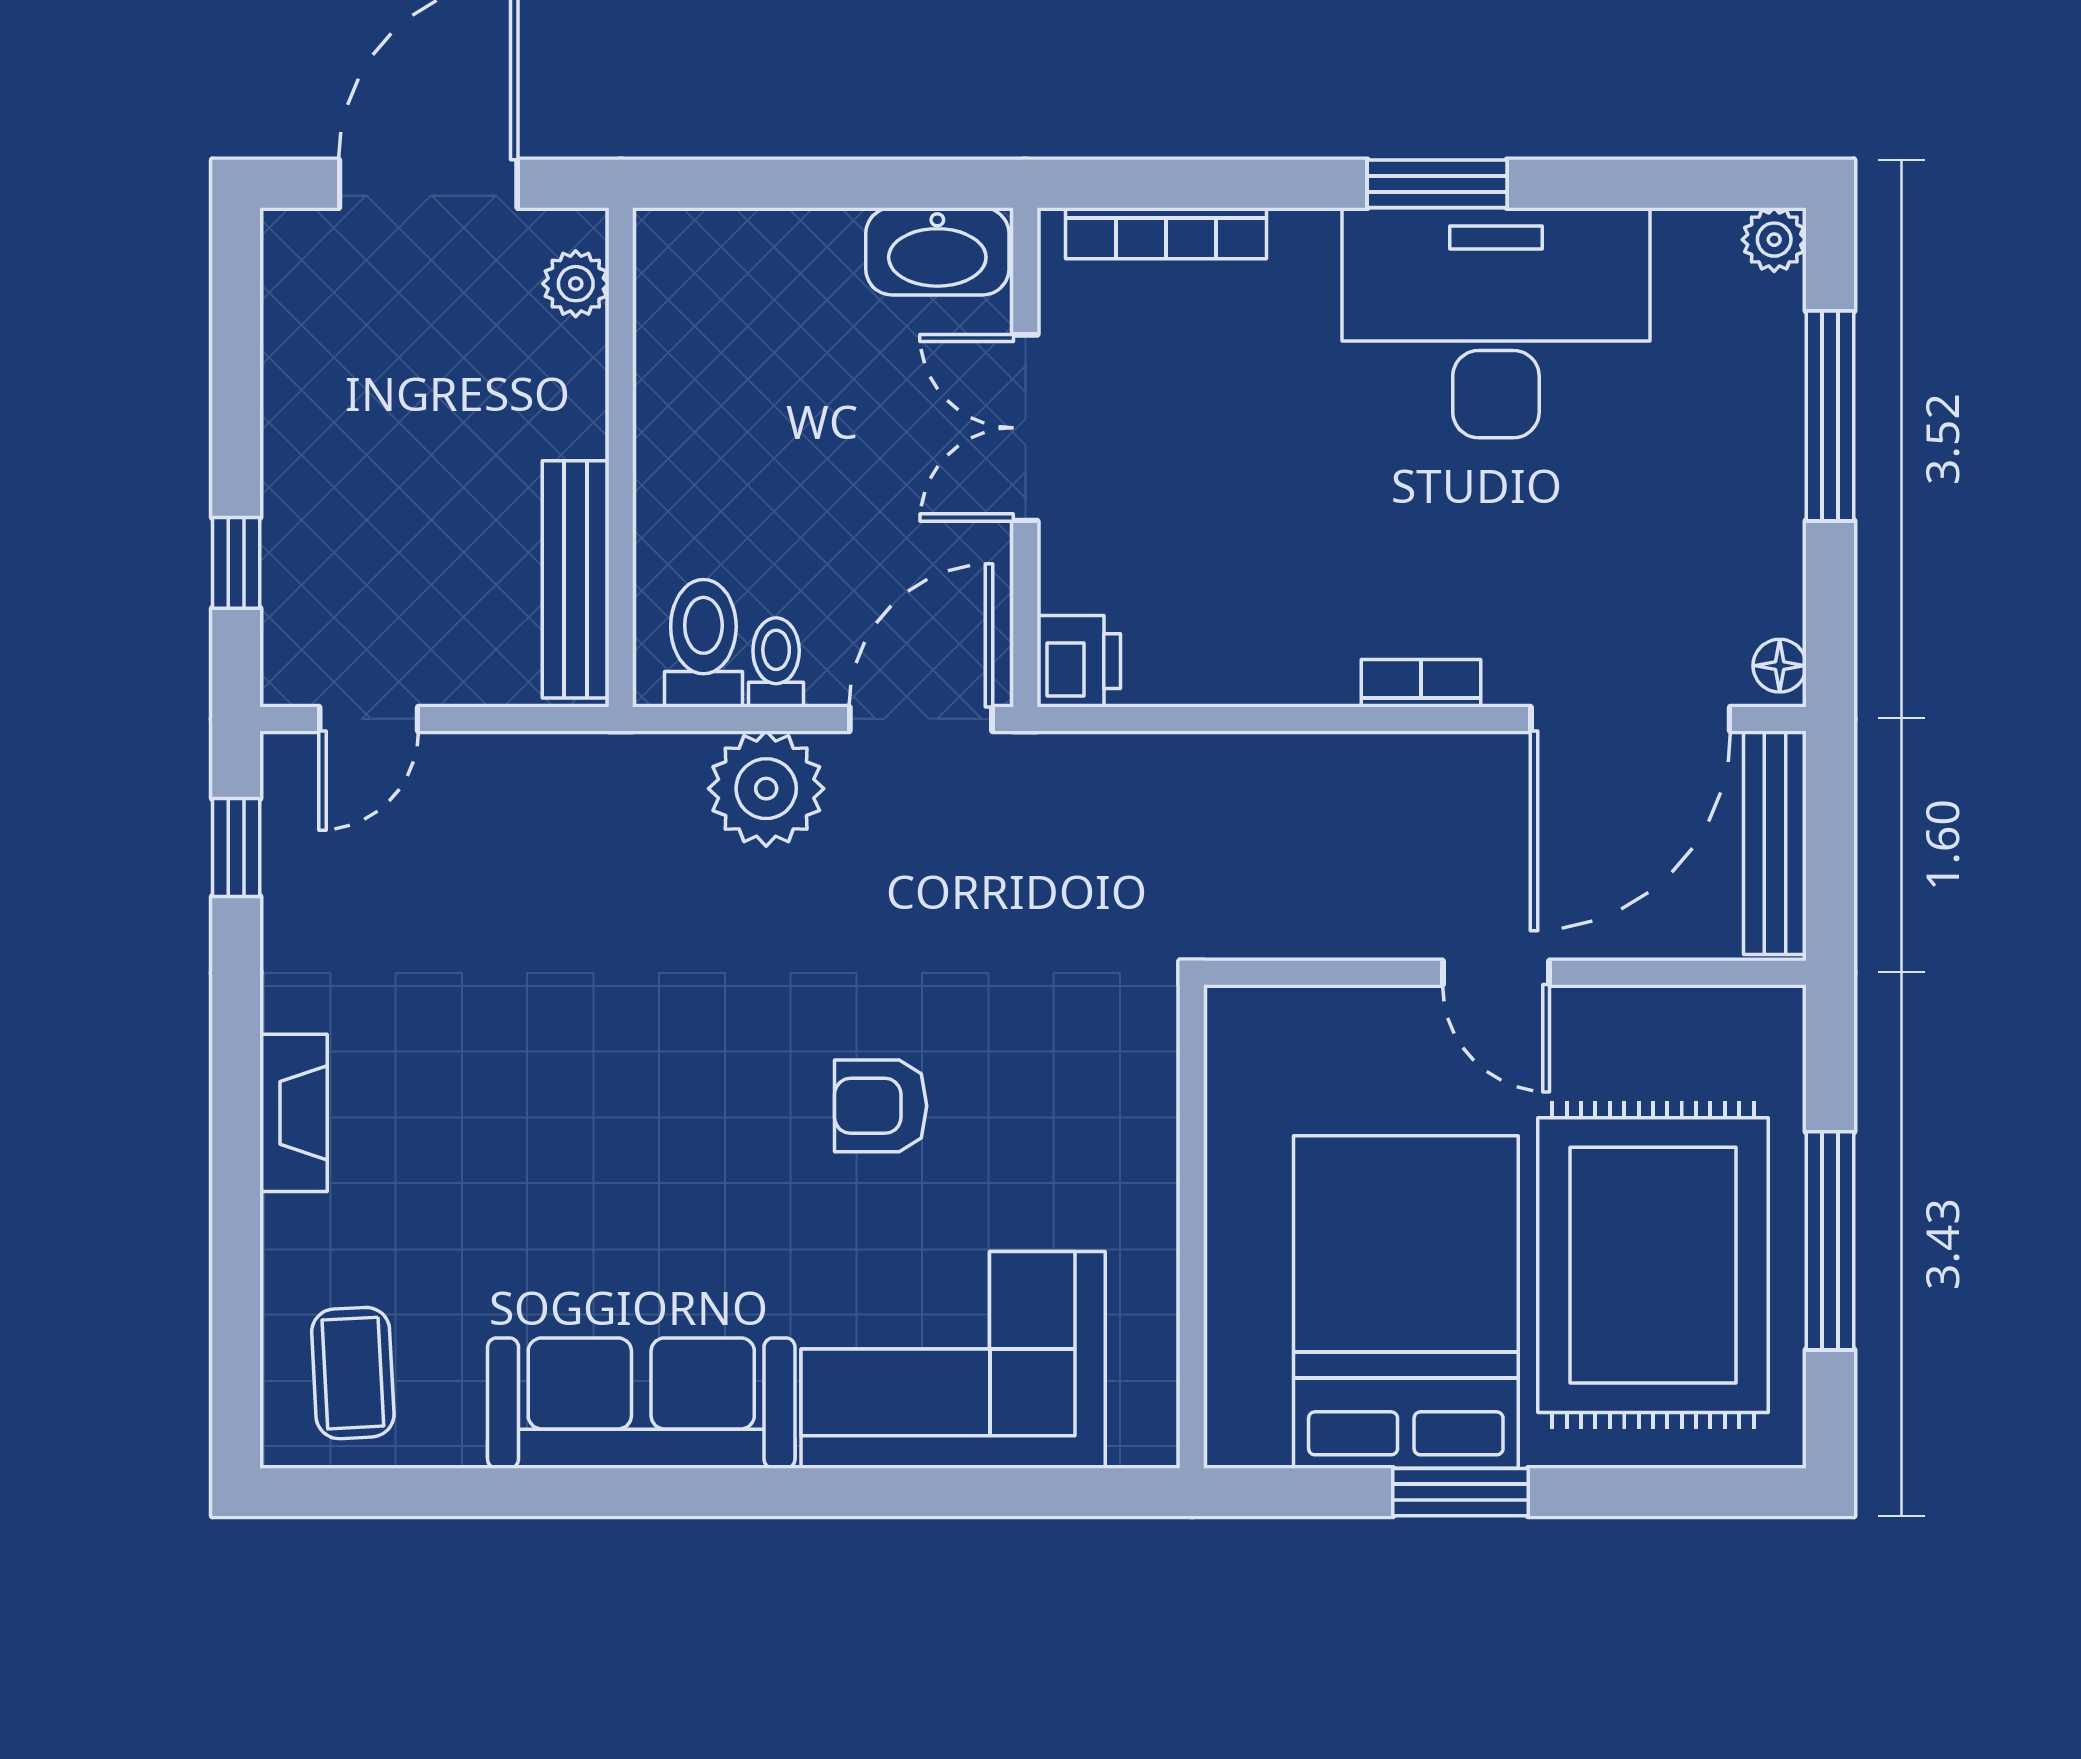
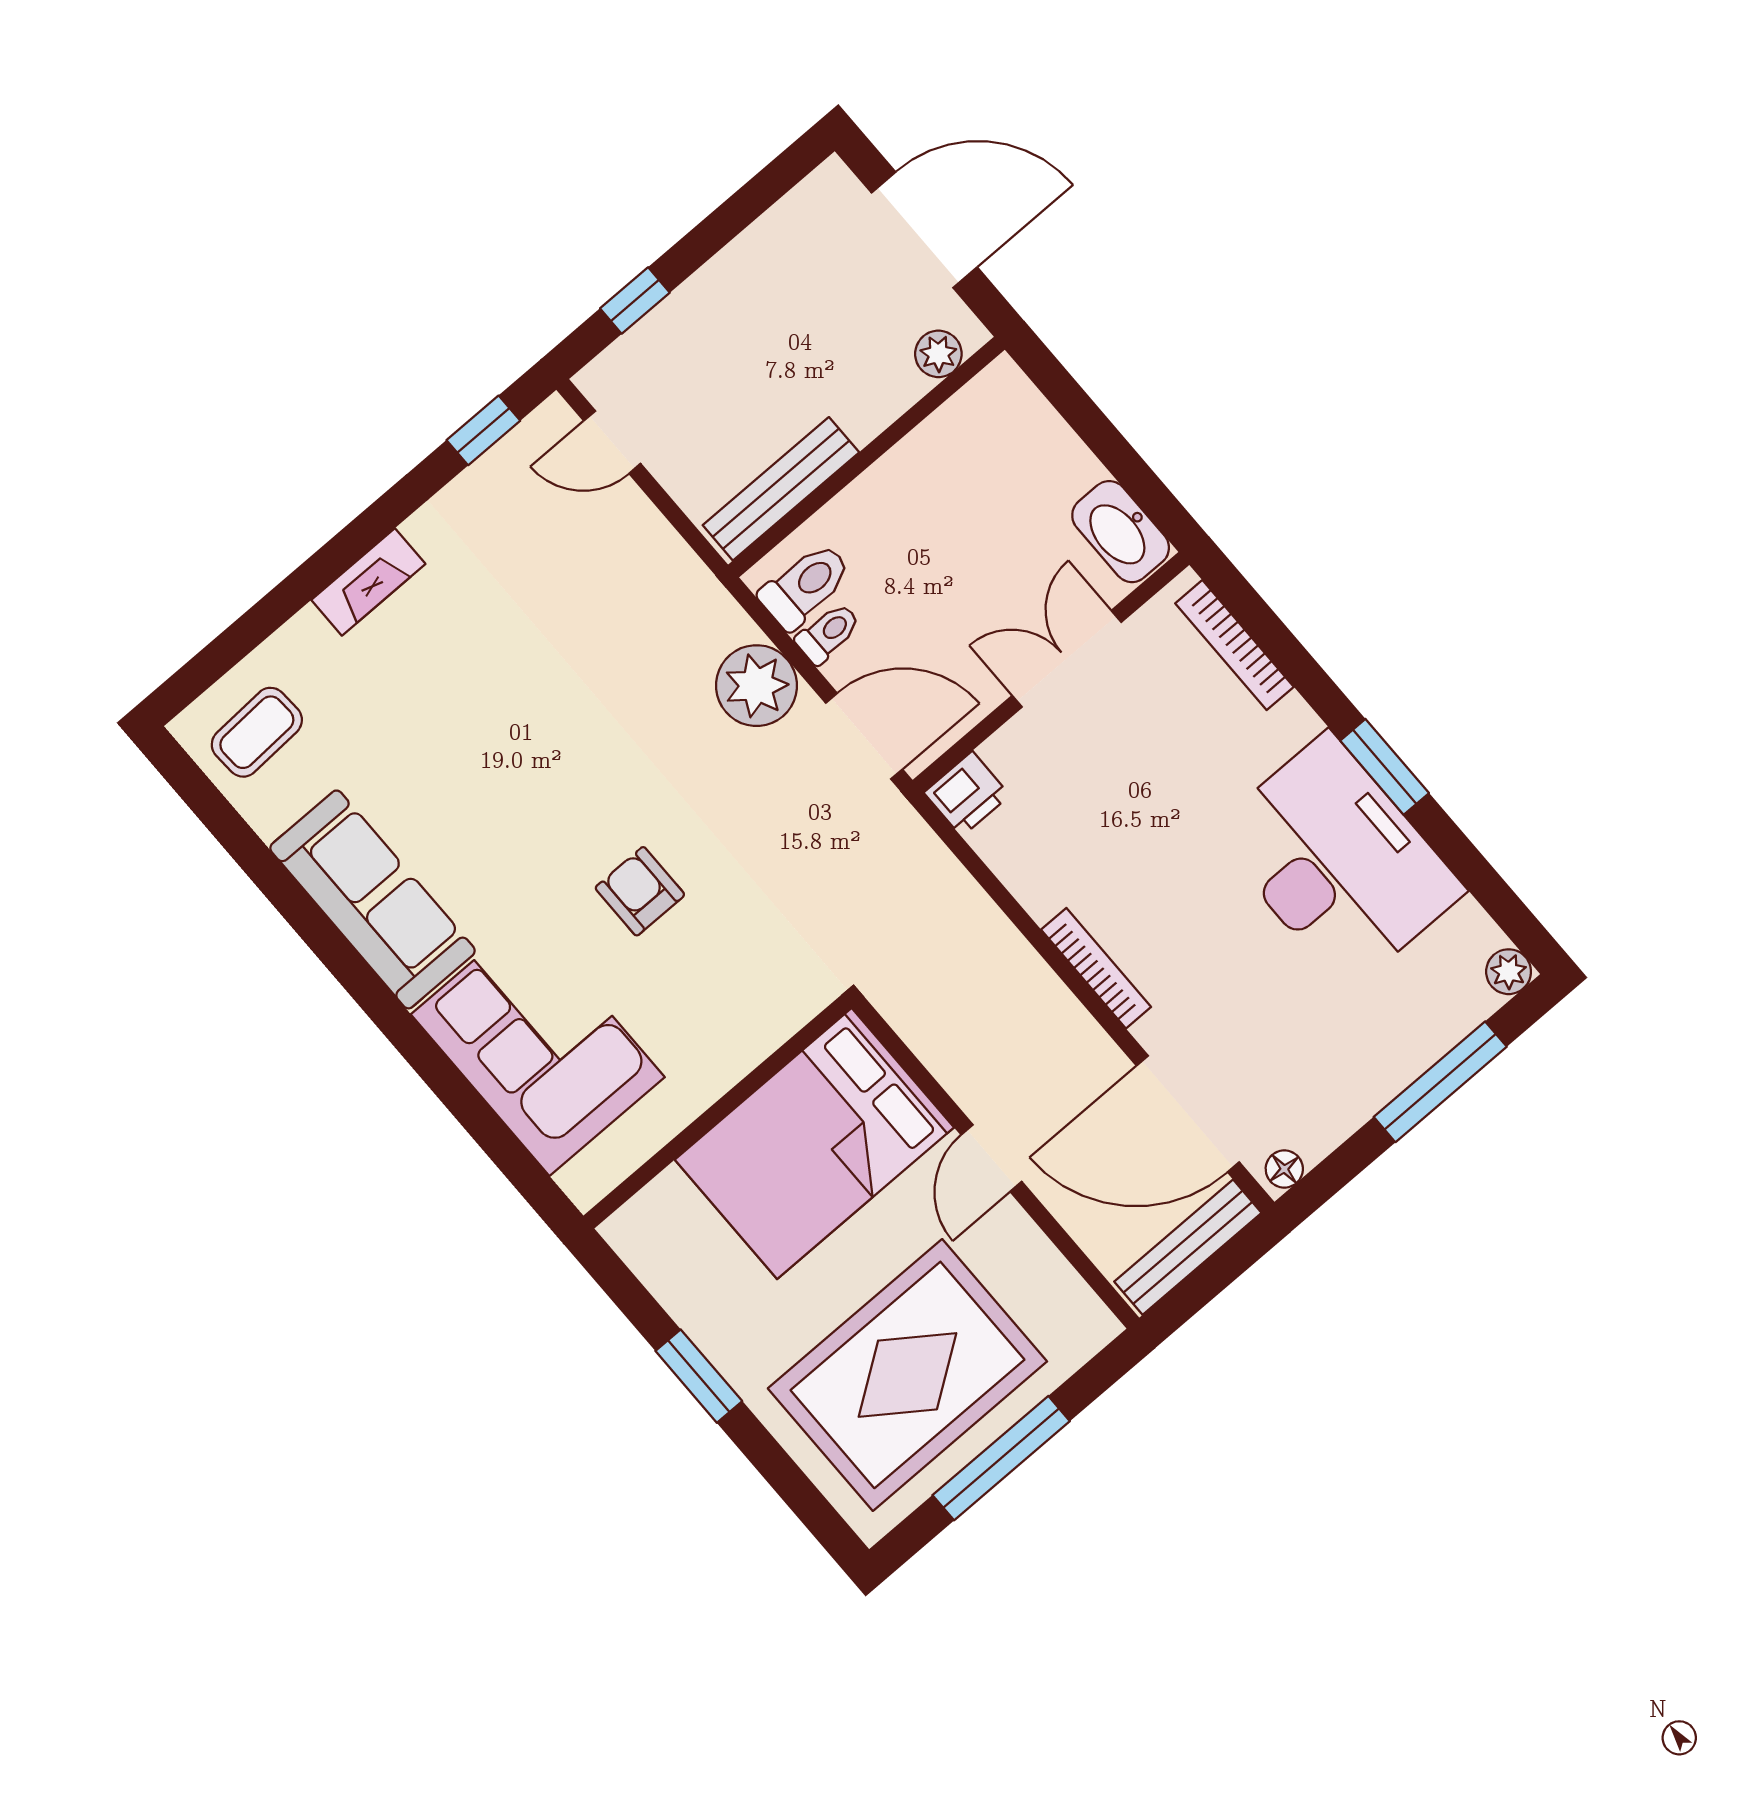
bookcase: (1421, 683) -> (1096, 968), width x1.56
bed: (1406, 1302) -> (814, 1143), moved, turned 180

